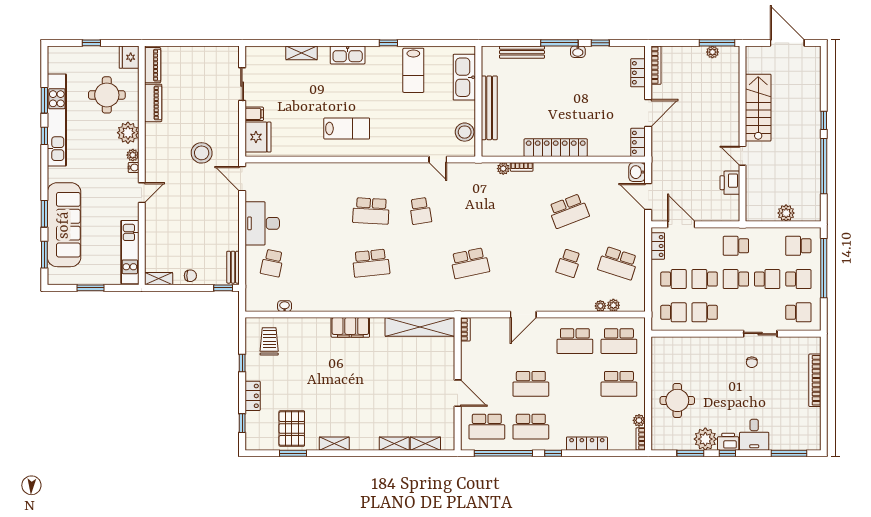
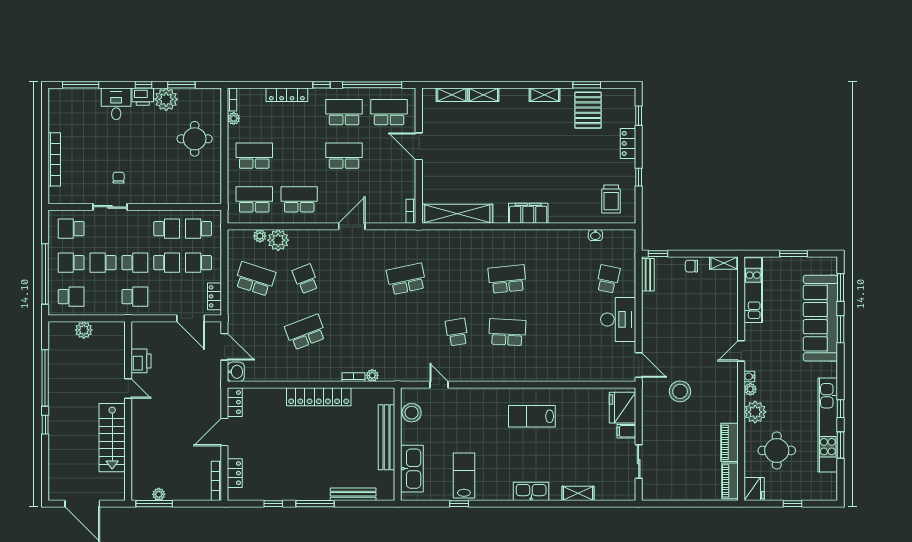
window: (388, 43) -> (459, 504), moved
washbasin: (578, 52) -> (296, 495), removed
school desk: (569, 263) -> (306, 279), turned -39
plant: (600, 306) -> (278, 240), width x1.88, depth x1.88

